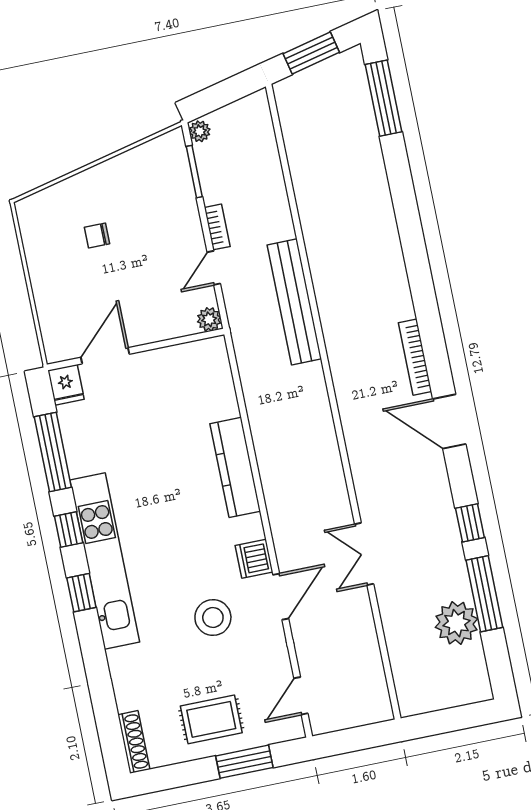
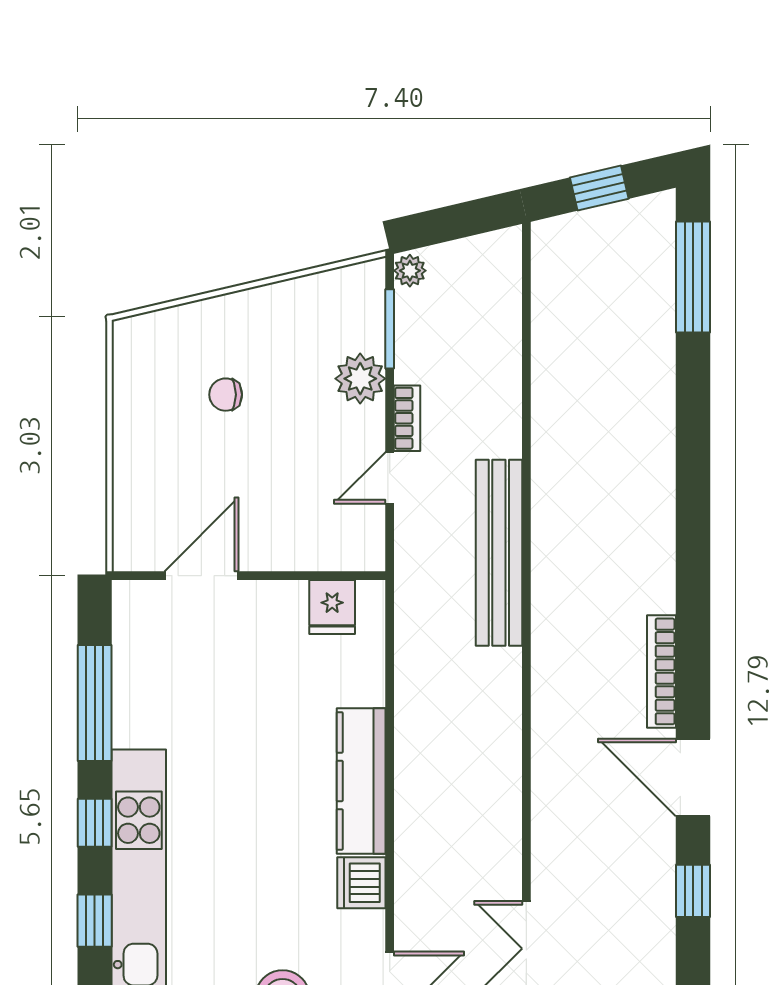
window: (311, 53) -> (599, 188), width x0.67
plant: (209, 319) -> (360, 379), moved, width x1.38, depth x1.38
fridge: (66, 385) -> (332, 607), moved
window: (470, 523) -> (693, 891), moved
dishwasher: (254, 559) -> (361, 883), moved

